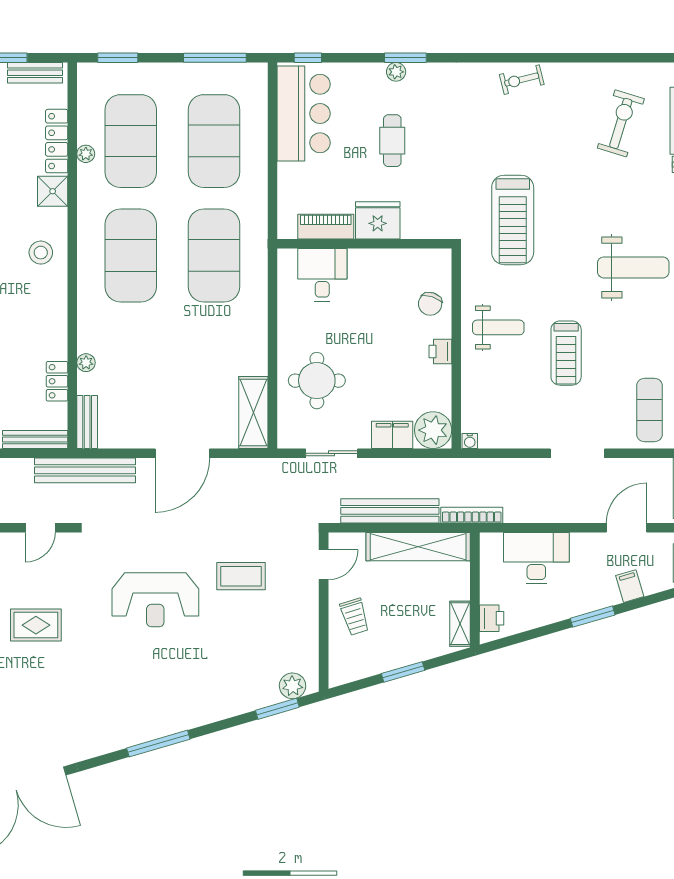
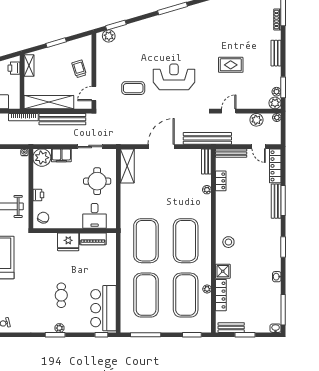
fridge: (378, 220) -> (68, 242), moved
piano: (326, 227) -> (93, 239), moved
wall: (364, 244) -> (75, 231), moved
desk: (322, 275) -> (95, 216), moved

